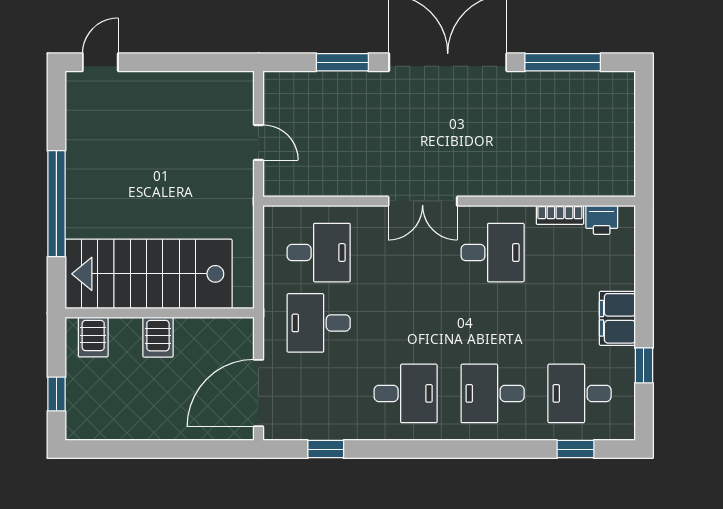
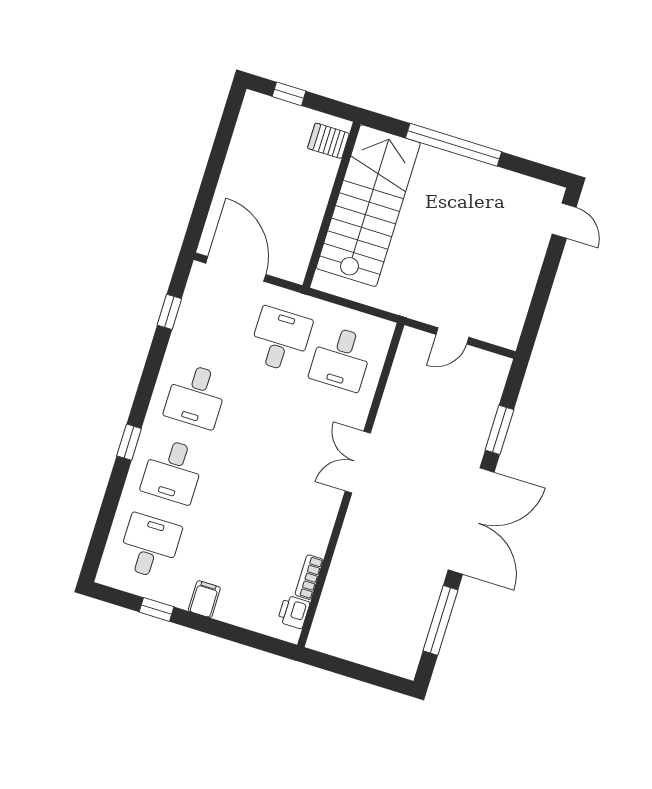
desk: (493, 253) -> (295, 509), removed
filing cabinet: (617, 318) -> (204, 599), width x0.50
server rack: (158, 337) -> (311, 197), removed
desk: (493, 393) -> (173, 471), turned 180
window: (575, 449) -> (129, 442), moved

